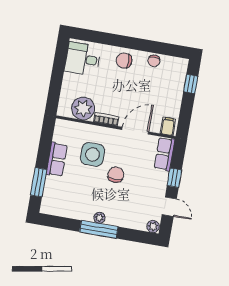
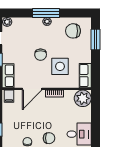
plant: (83, 108) -> (83, 98), moved
row of seats: (57, 159) -> (85, 76), moved
chair: (67, 199) -> (73, 31), added

